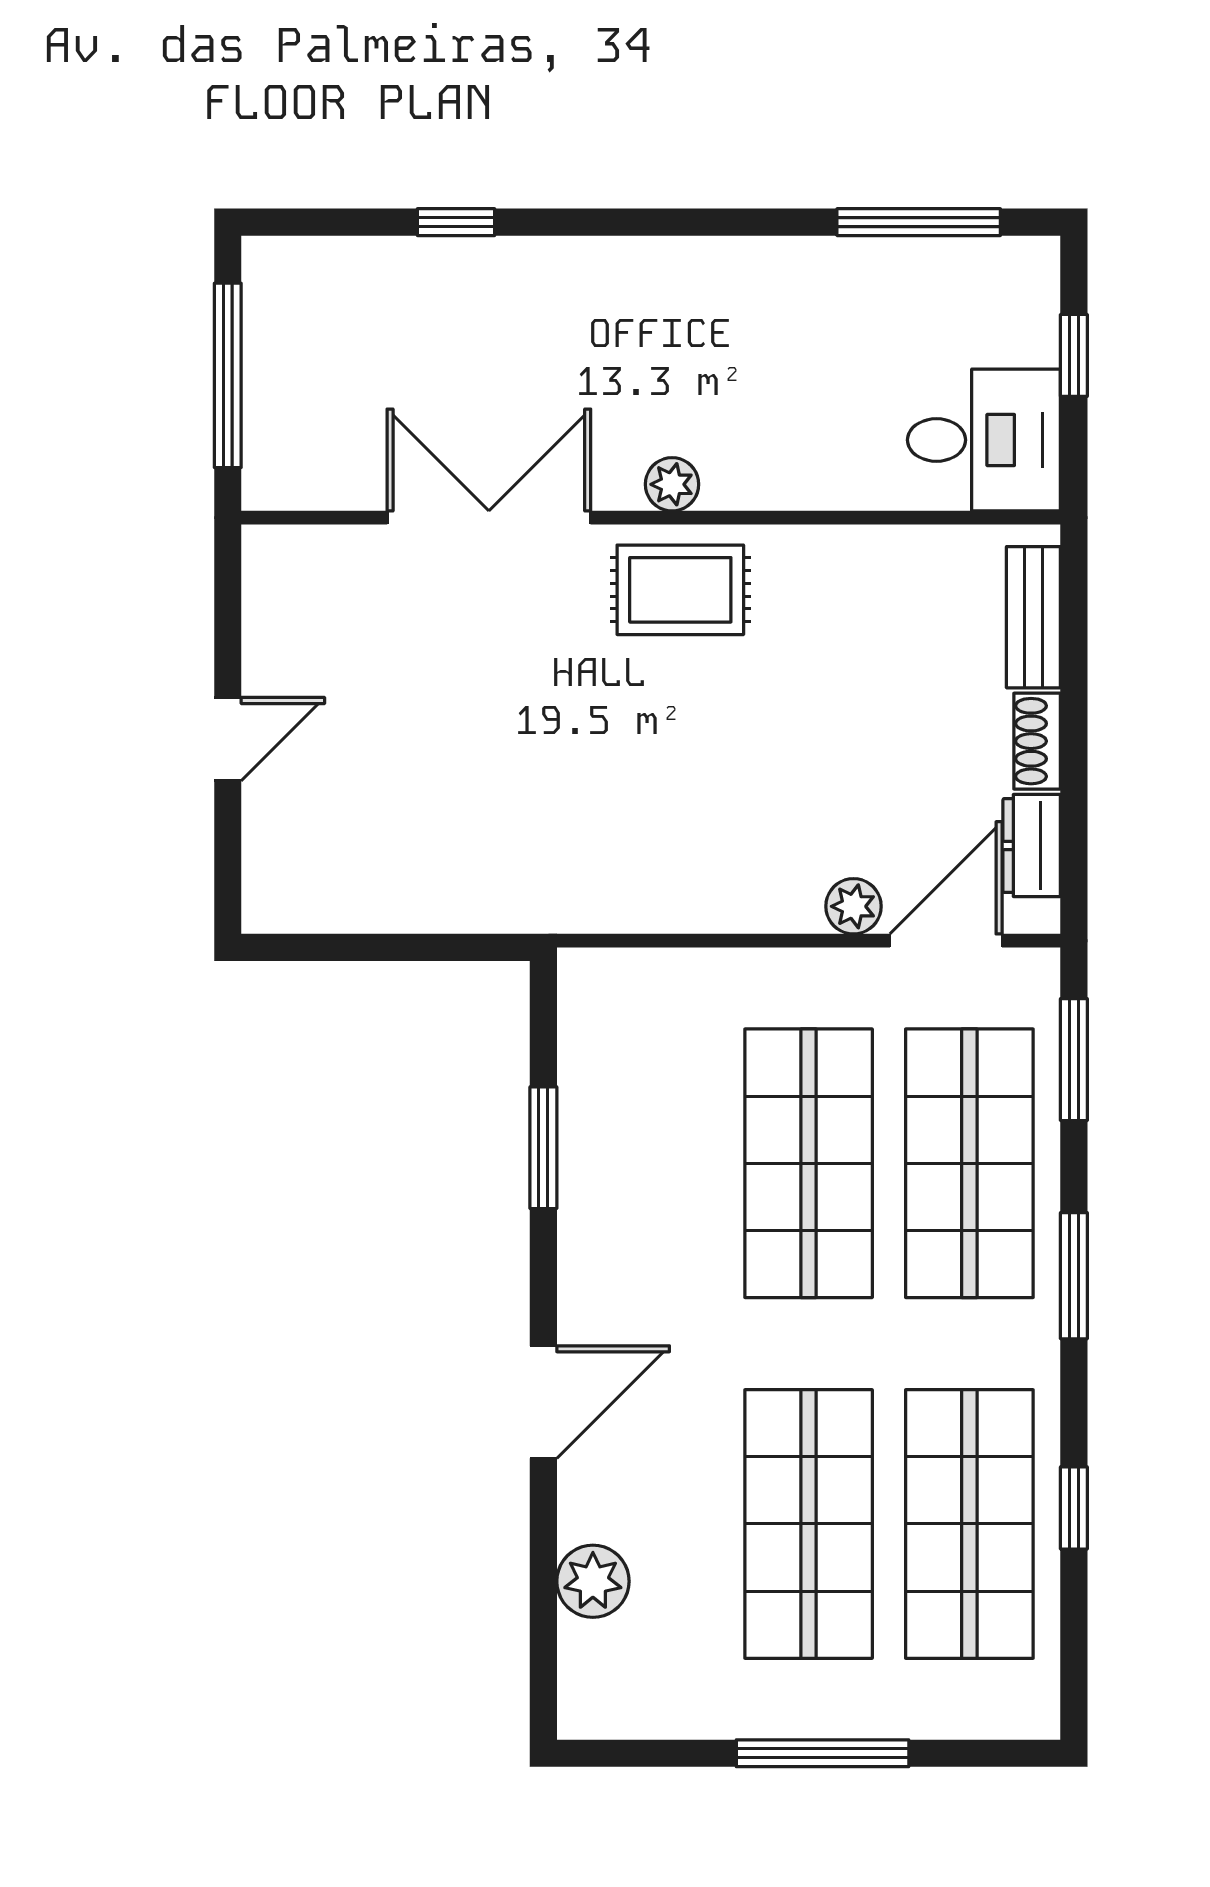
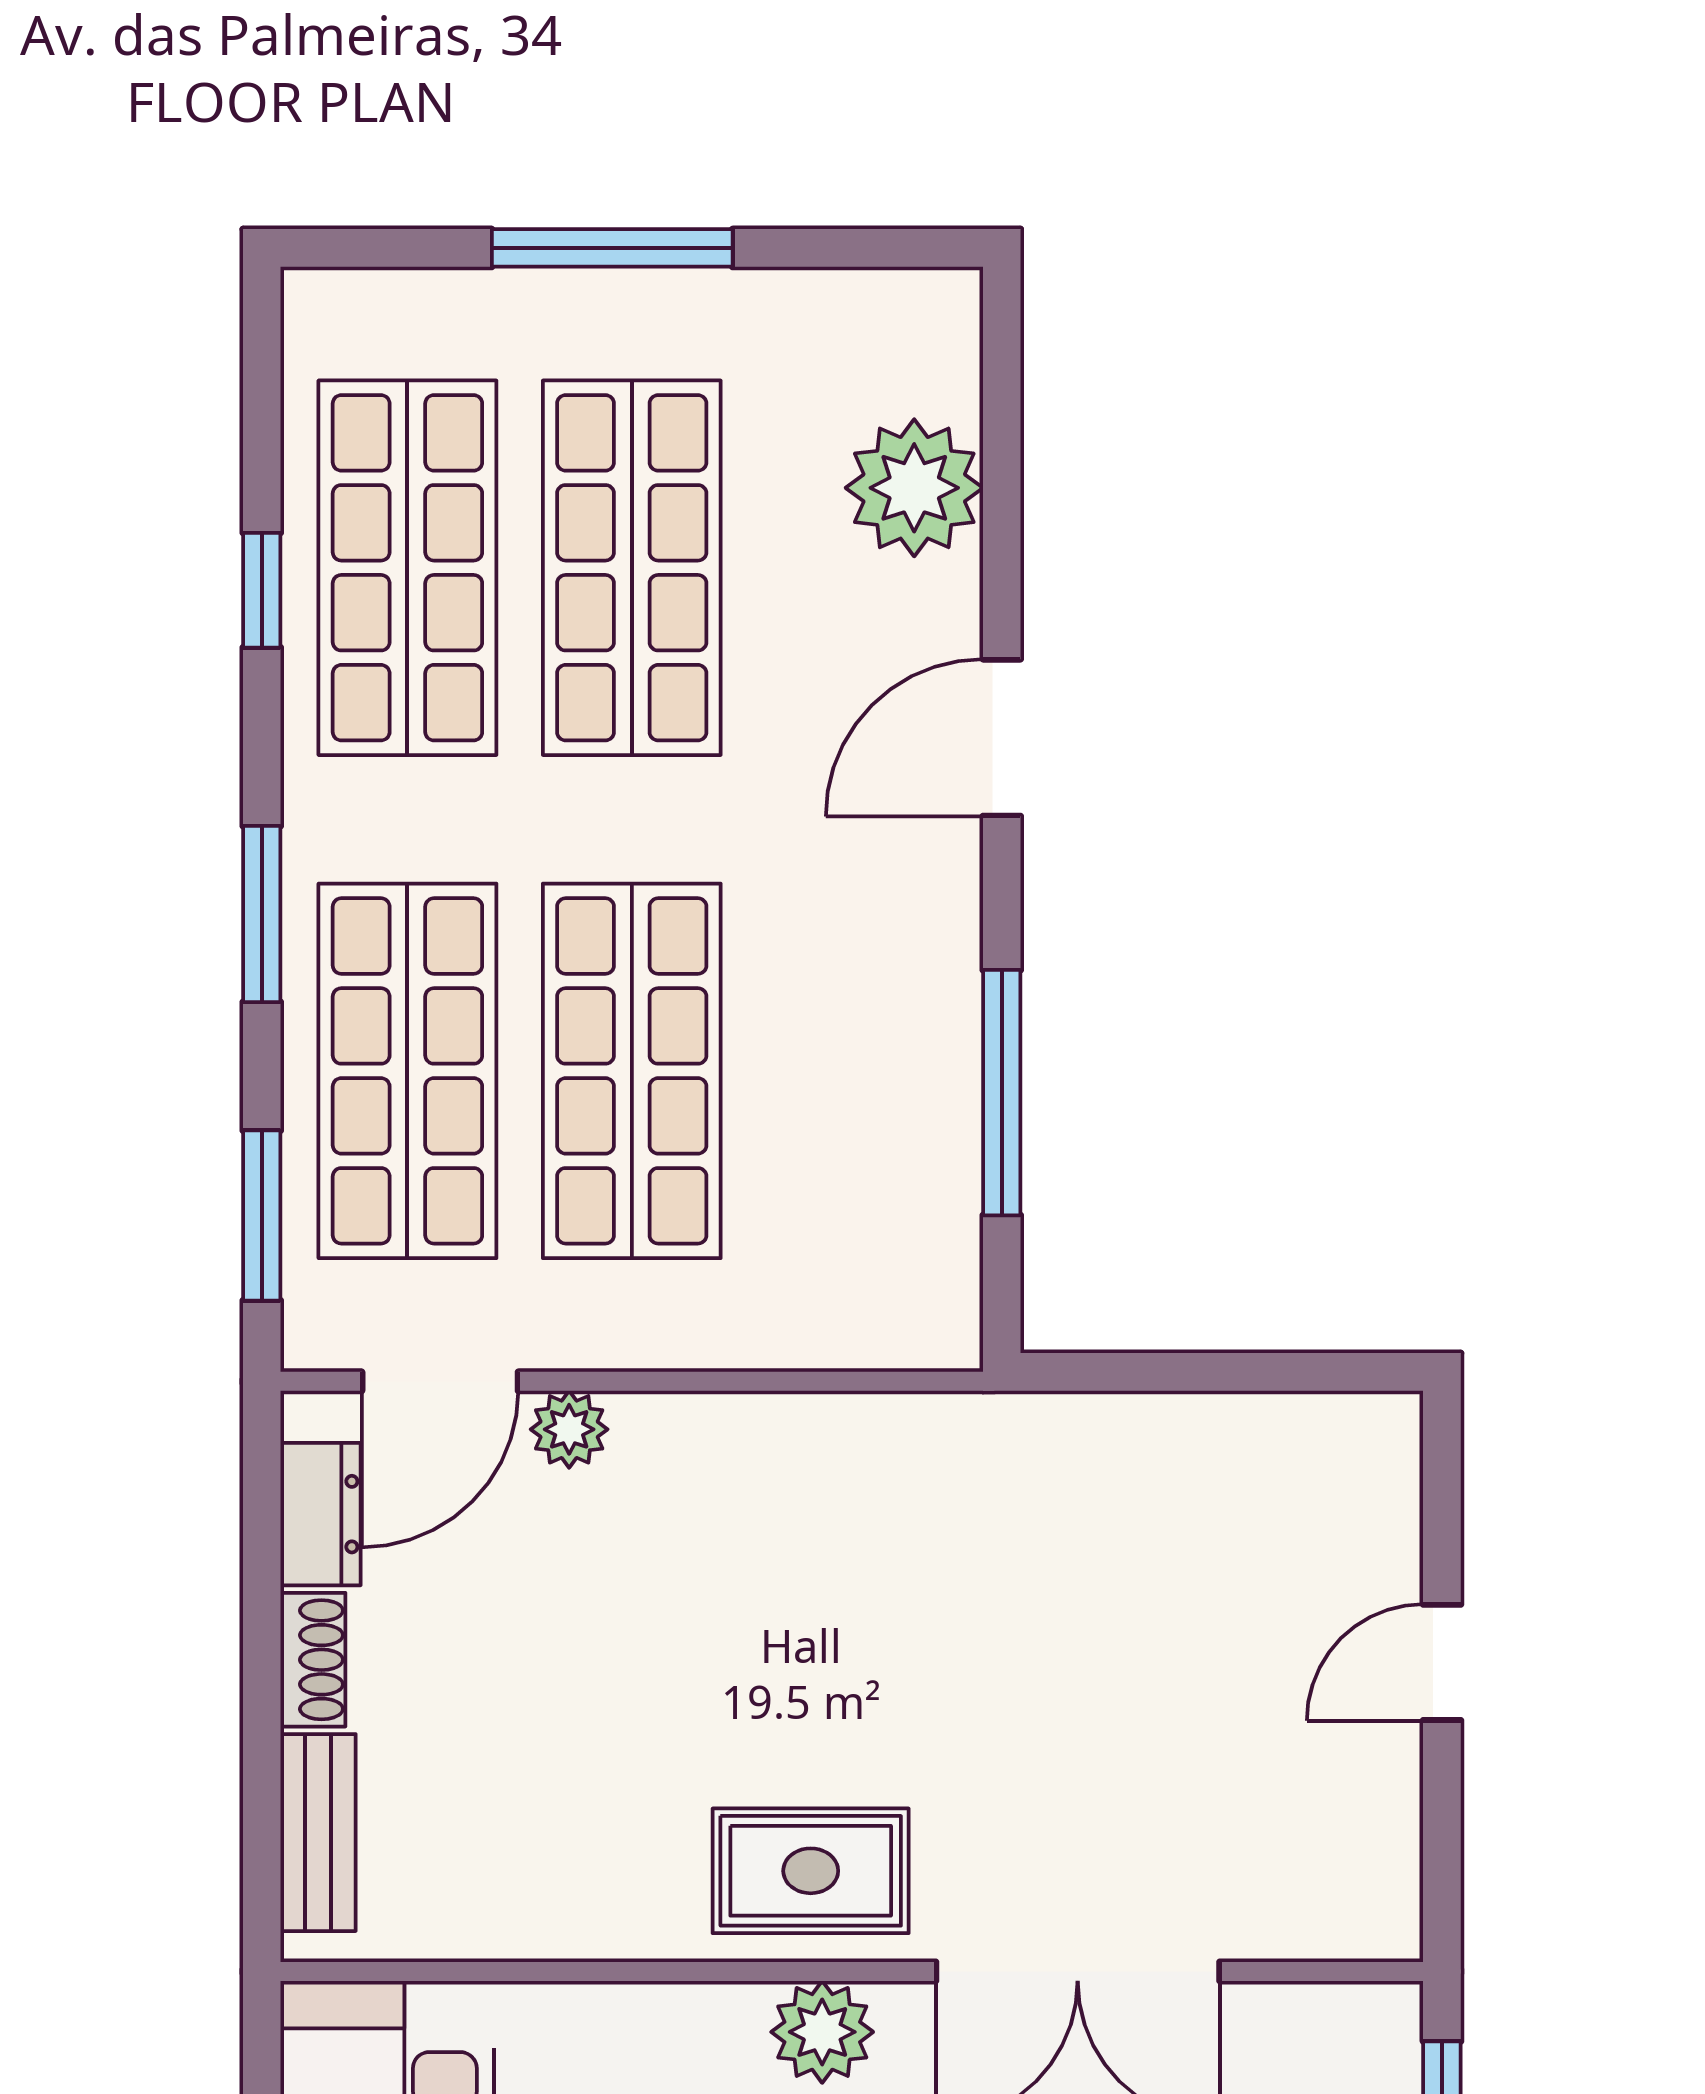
plant: (672, 484) -> (822, 2032), width x1.38, depth x1.38
window: (543, 1148) -> (1002, 1093), width x1.44
plant: (593, 1581) -> (914, 488), width x1.36, depth x1.36

